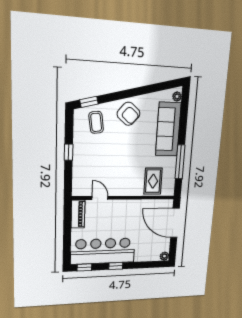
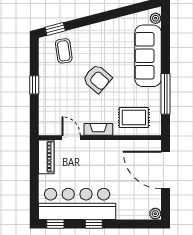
armchair: (129, 114) -> (97, 79), moved
rug: (153, 181) -> (134, 117), turned 90
fireplace: (123, 191) -> (98, 129), added

